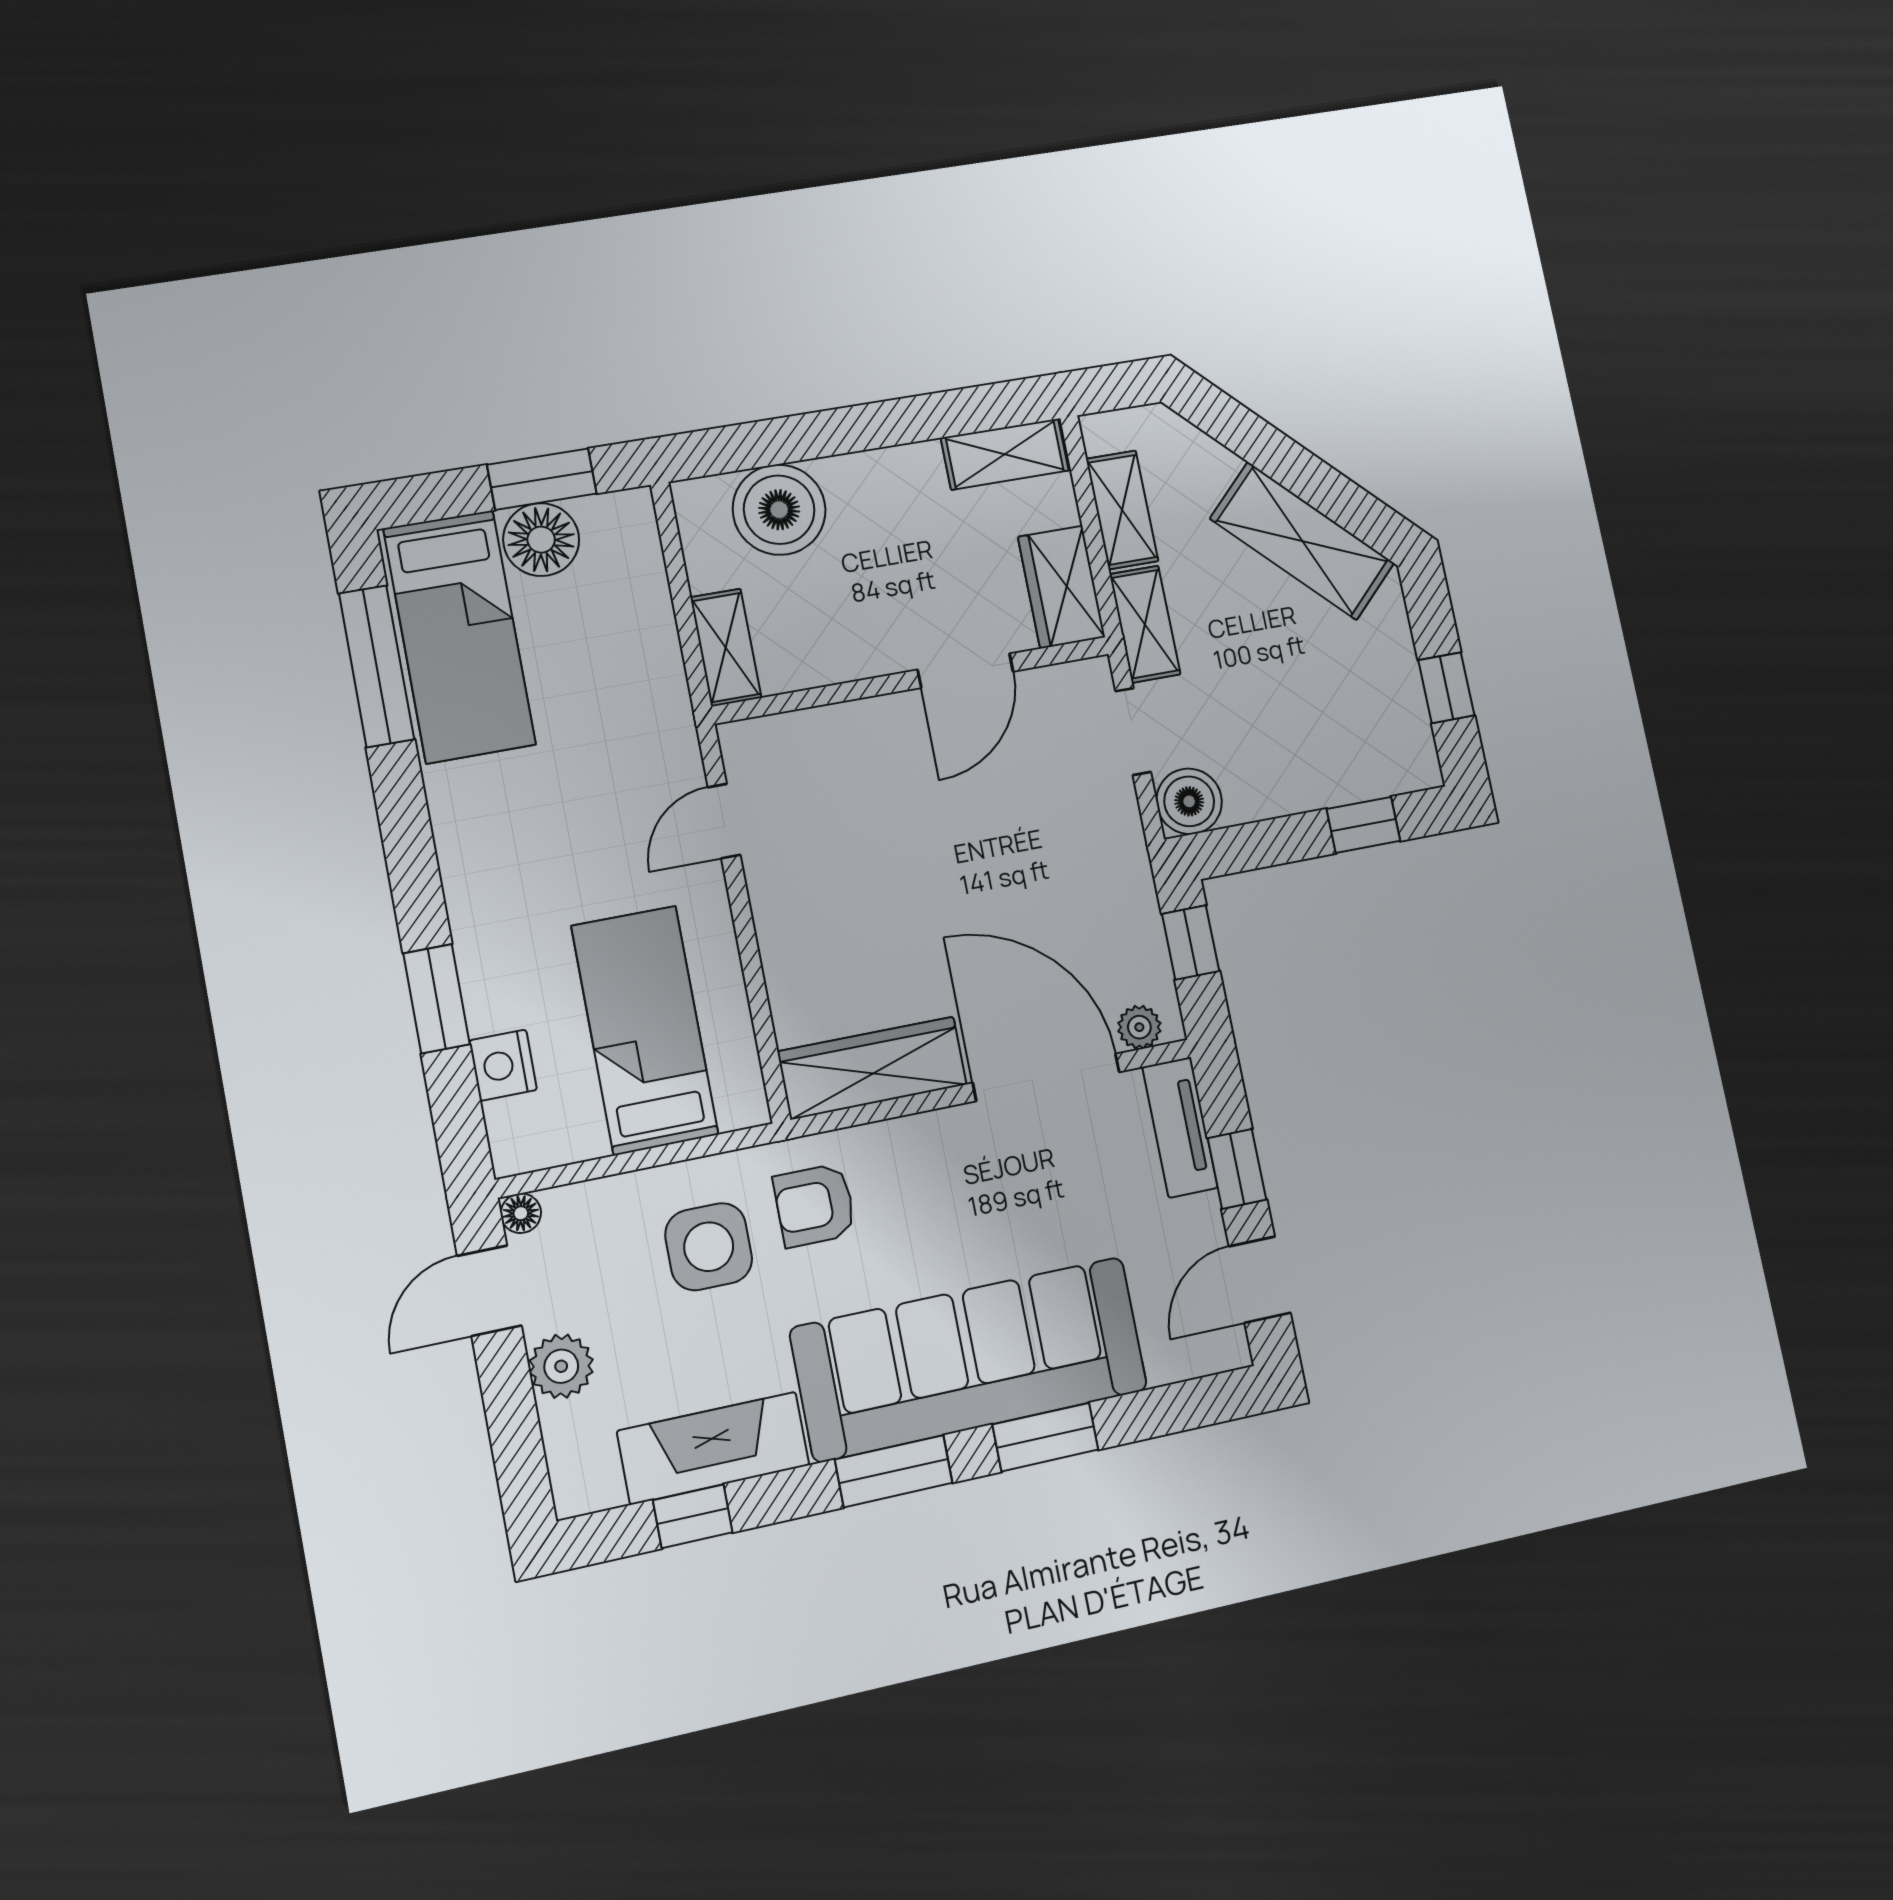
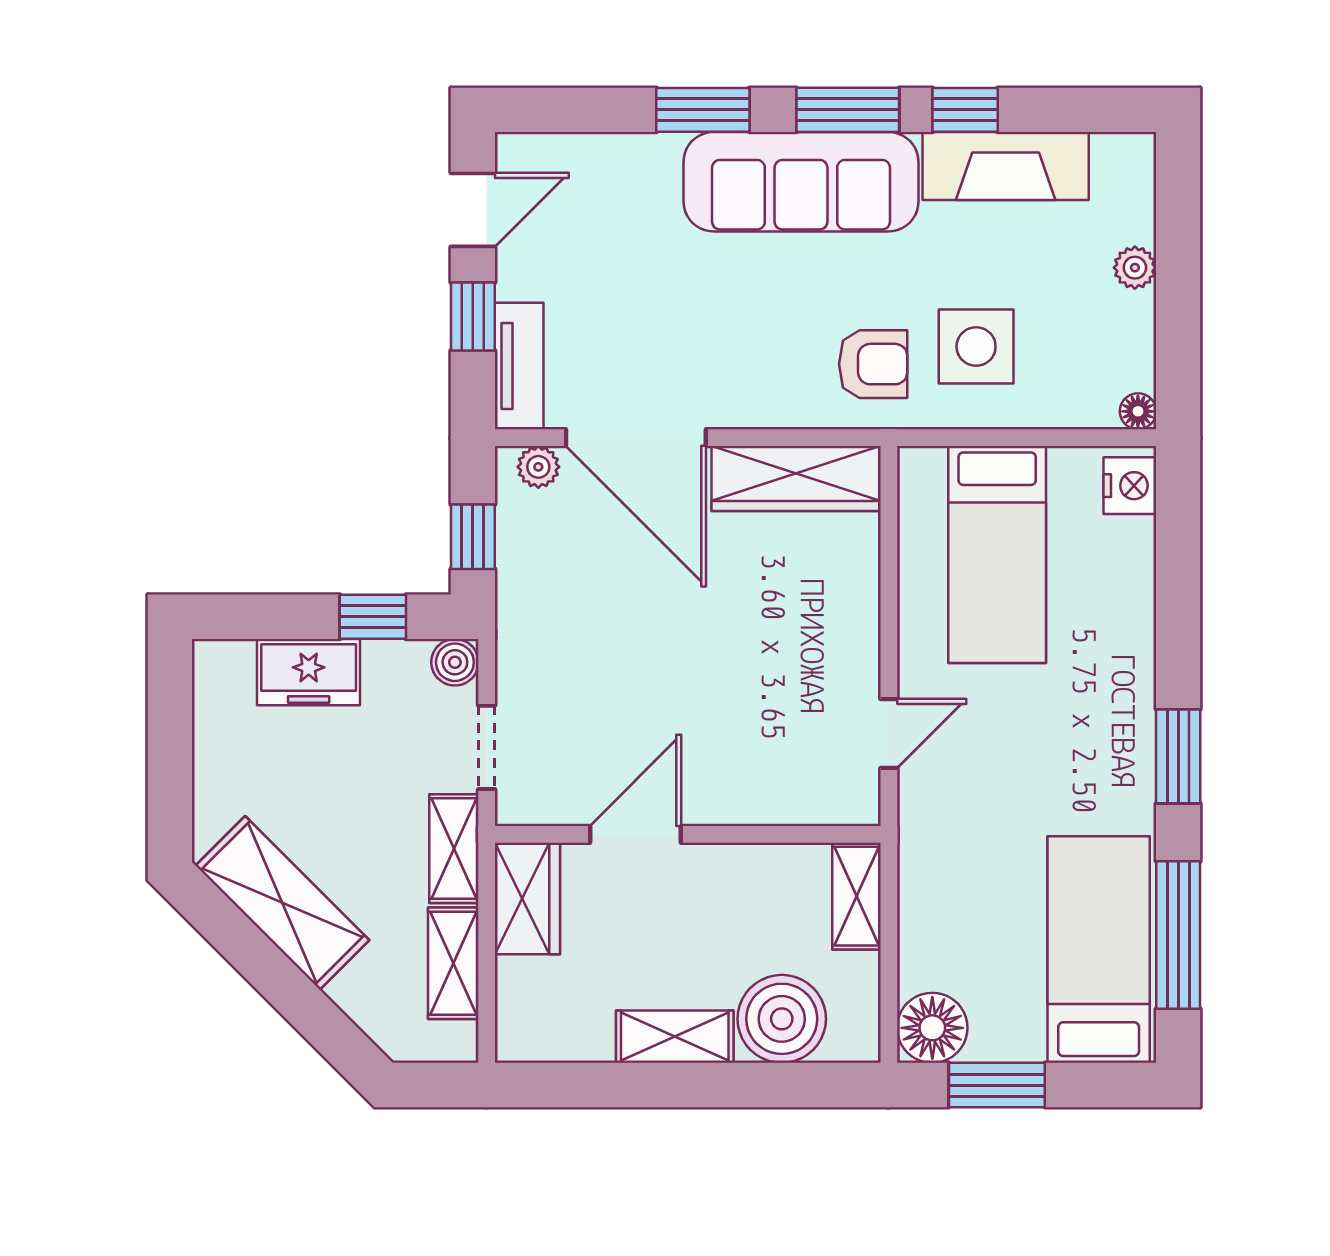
shelving: (1005, 454) -> (675, 1037), moved
floor lamp: (541, 540) -> (932, 1028), moved
window: (1446, 688) -> (170, 734), removed
freezer: (1325, 774) -> (309, 672), added
boiler: (1189, 801) -> (455, 662), width x0.73, depth x0.73
window: (1363, 825) -> (373, 617), moved
window: (437, 999) -> (1178, 756), moved
nightstand: (503, 1065) -> (1130, 486), moved
door: (489, 1291) -> (1178, 348), removed
sofa: (969, 1359) -> (801, 182), width x0.74, depth x0.79
plant: (561, 1366) -> (1135, 268), width x0.73, depth x0.73
window: (693, 1516) -> (965, 110), moved

